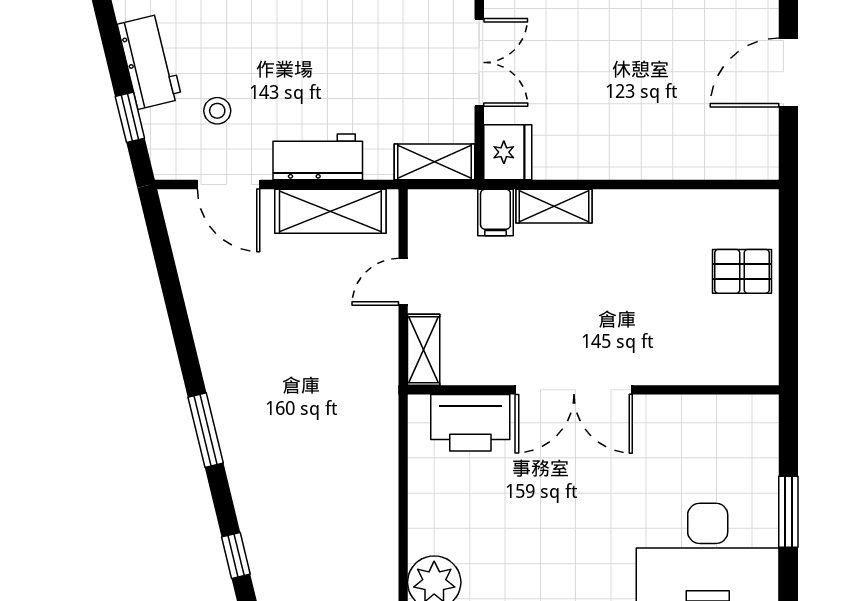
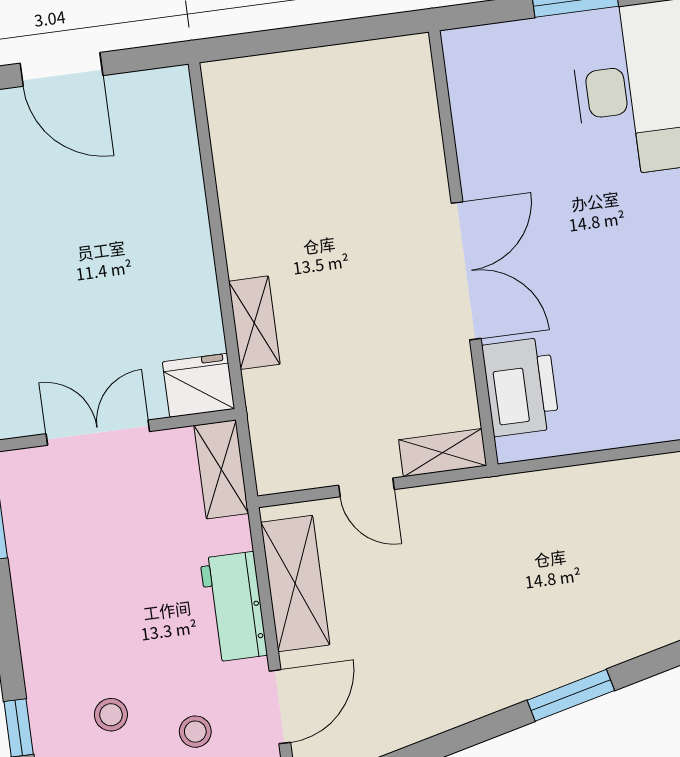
stool: (241, 42) -> (111, 715), added
filing cabinet: (495, 213) -> (271, 390), removed
pallet: (742, 271) -> (301, 93), removed

